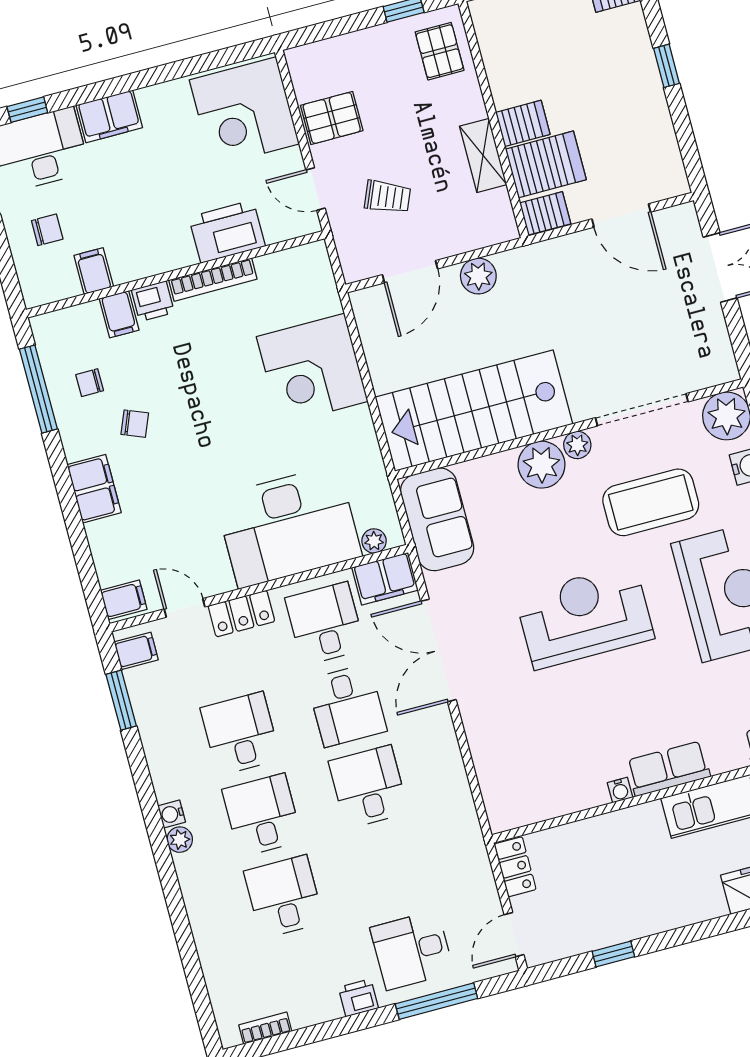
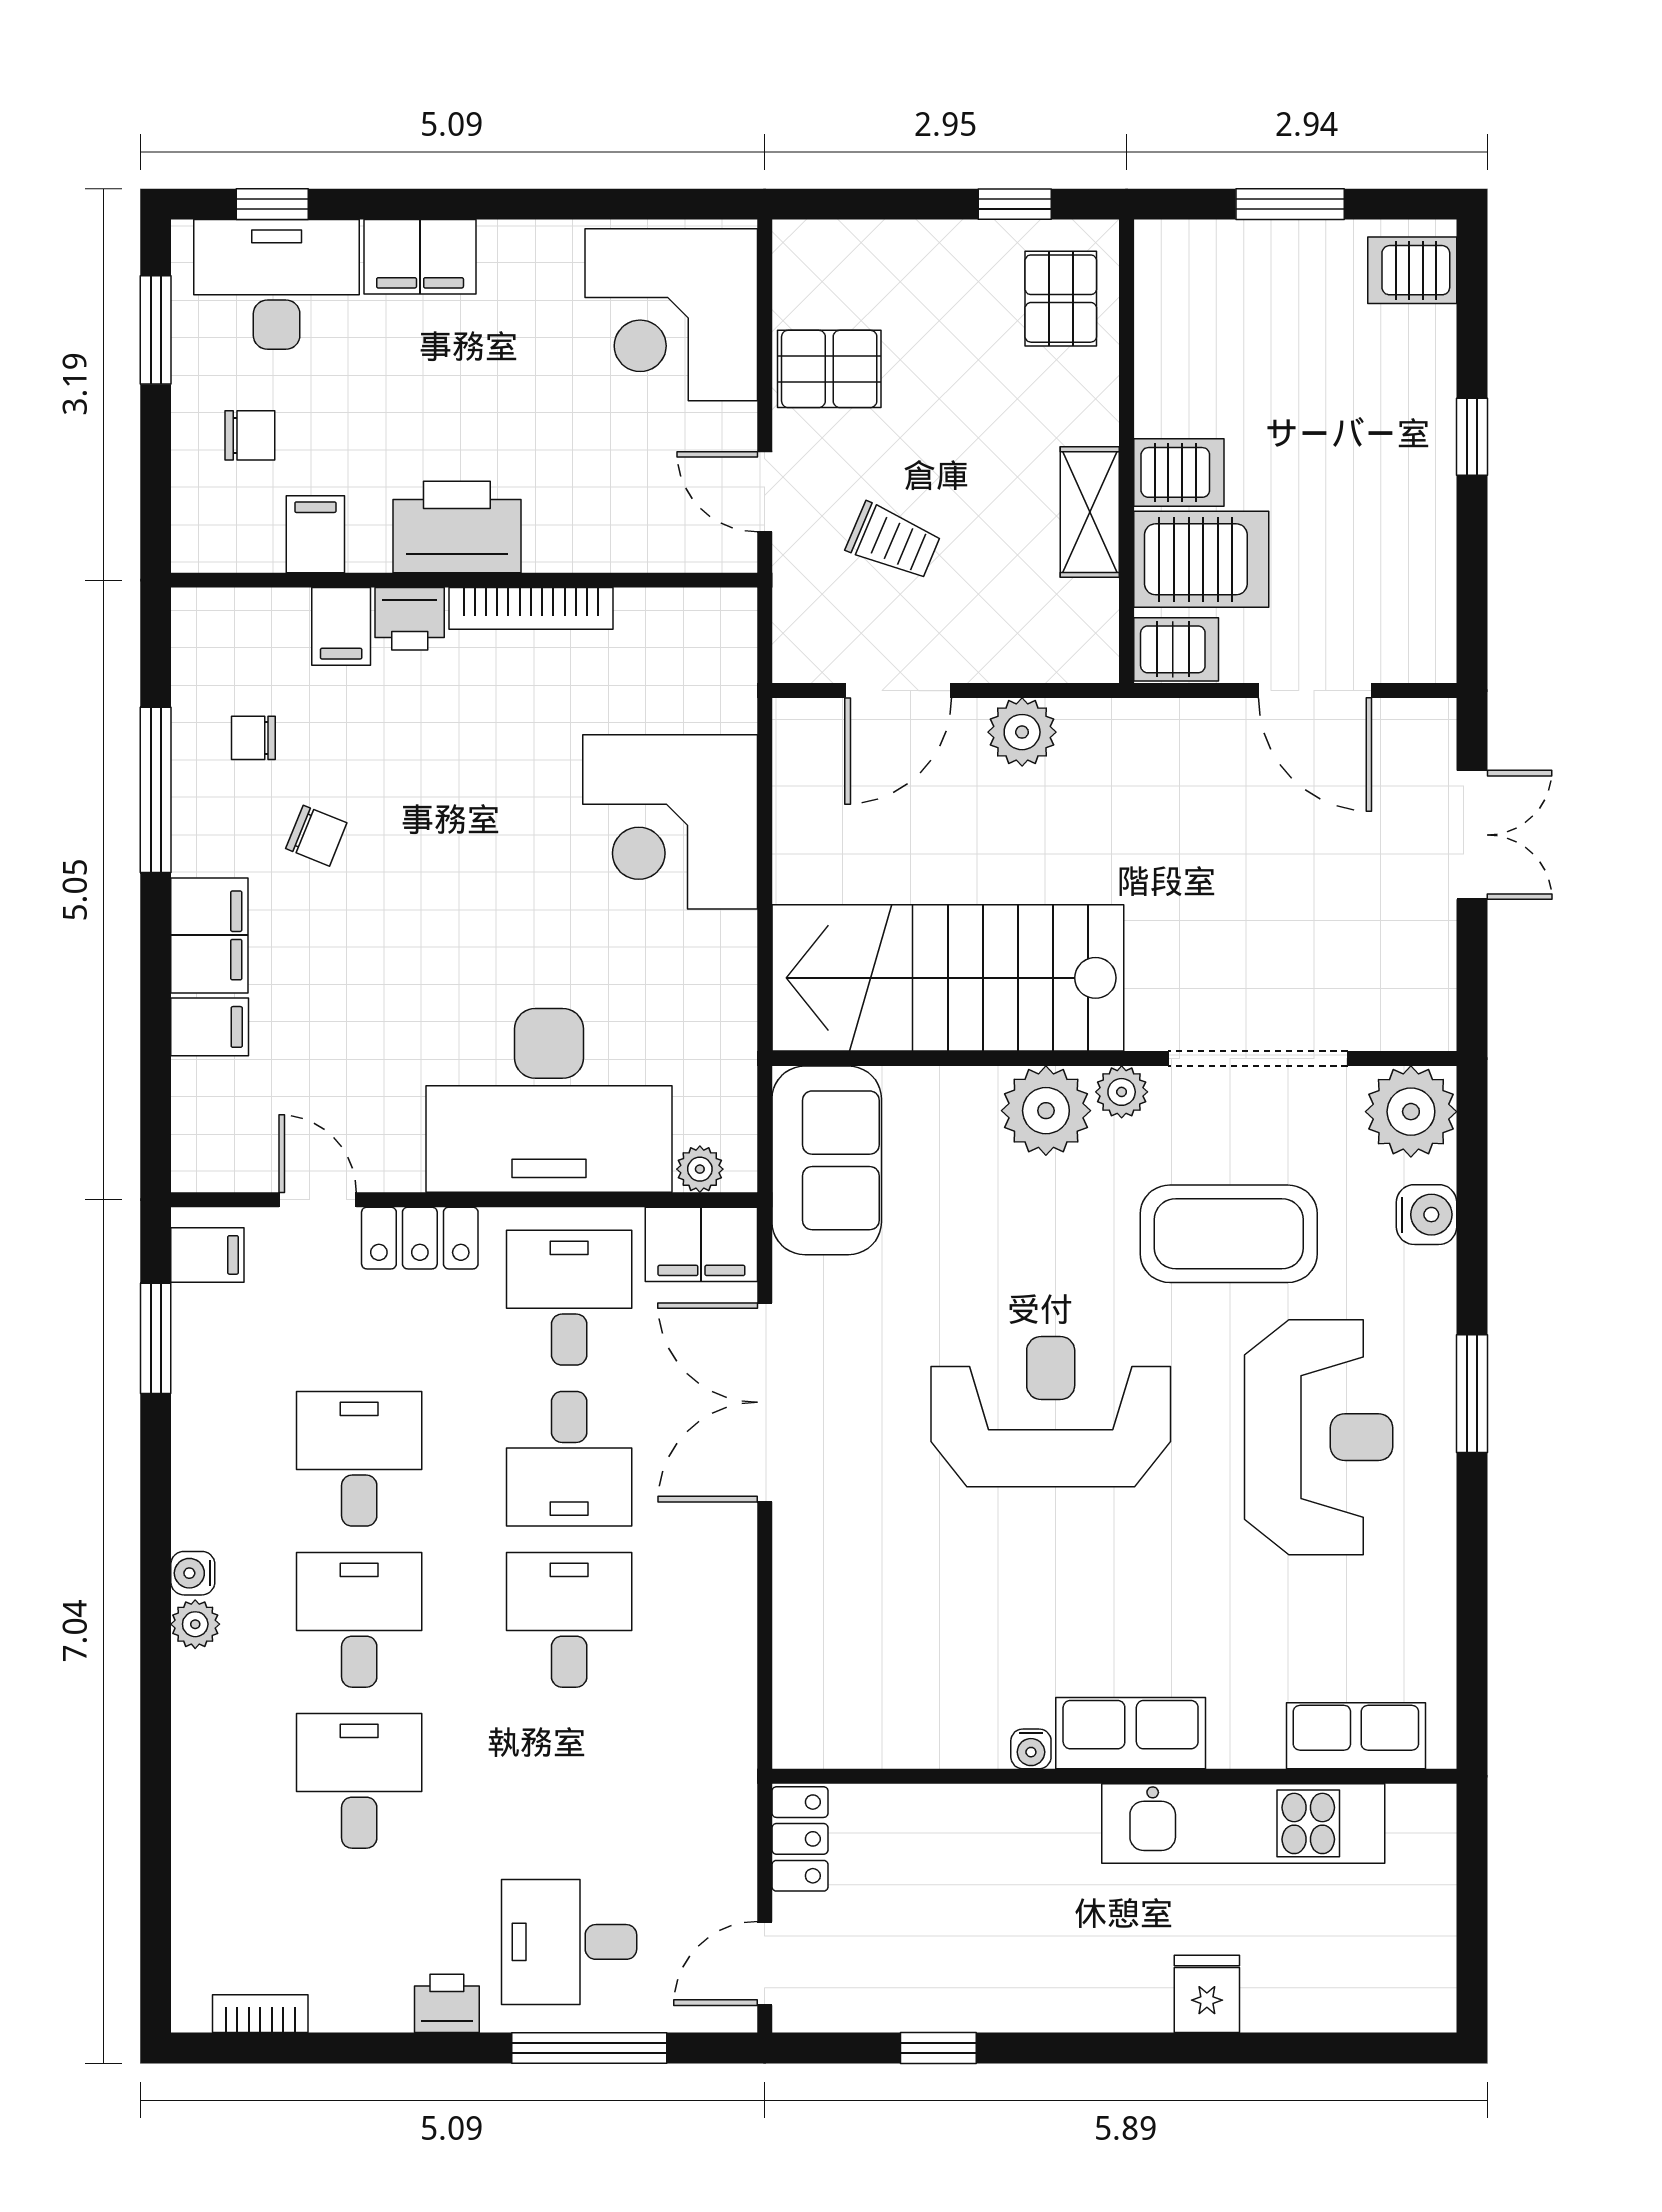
printer: (227, 232) -> (457, 527), moved
window: (38, 389) -> (156, 790), moved
filing cabinet: (124, 600) -> (210, 1027), moved

